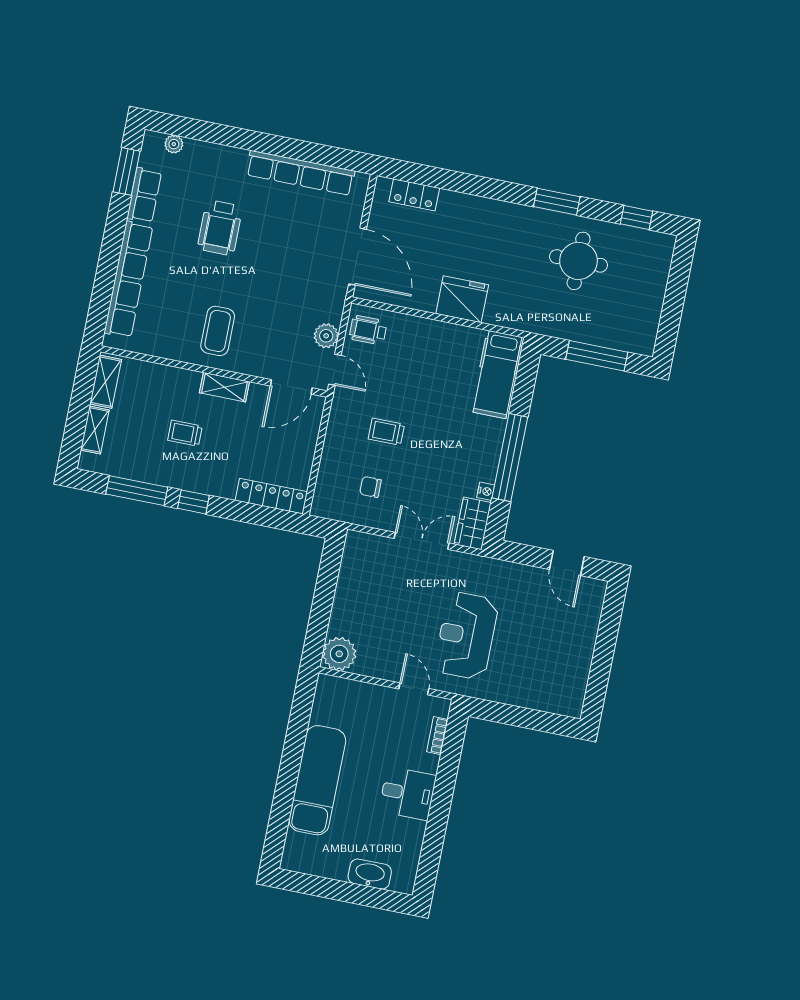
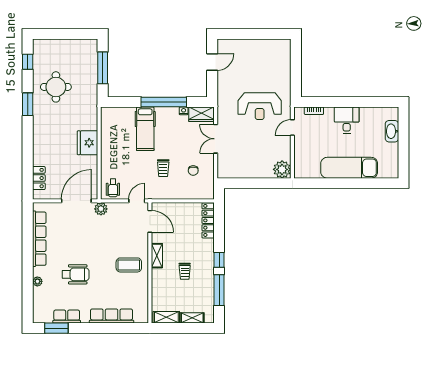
plant: (174, 144) -> (37, 281), moved
row of seats: (128, 279) -> (112, 316), width x0.73
plant: (326, 336) -> (101, 209), moved
hospital bed: (498, 375) -> (145, 129), moved, turned 90

